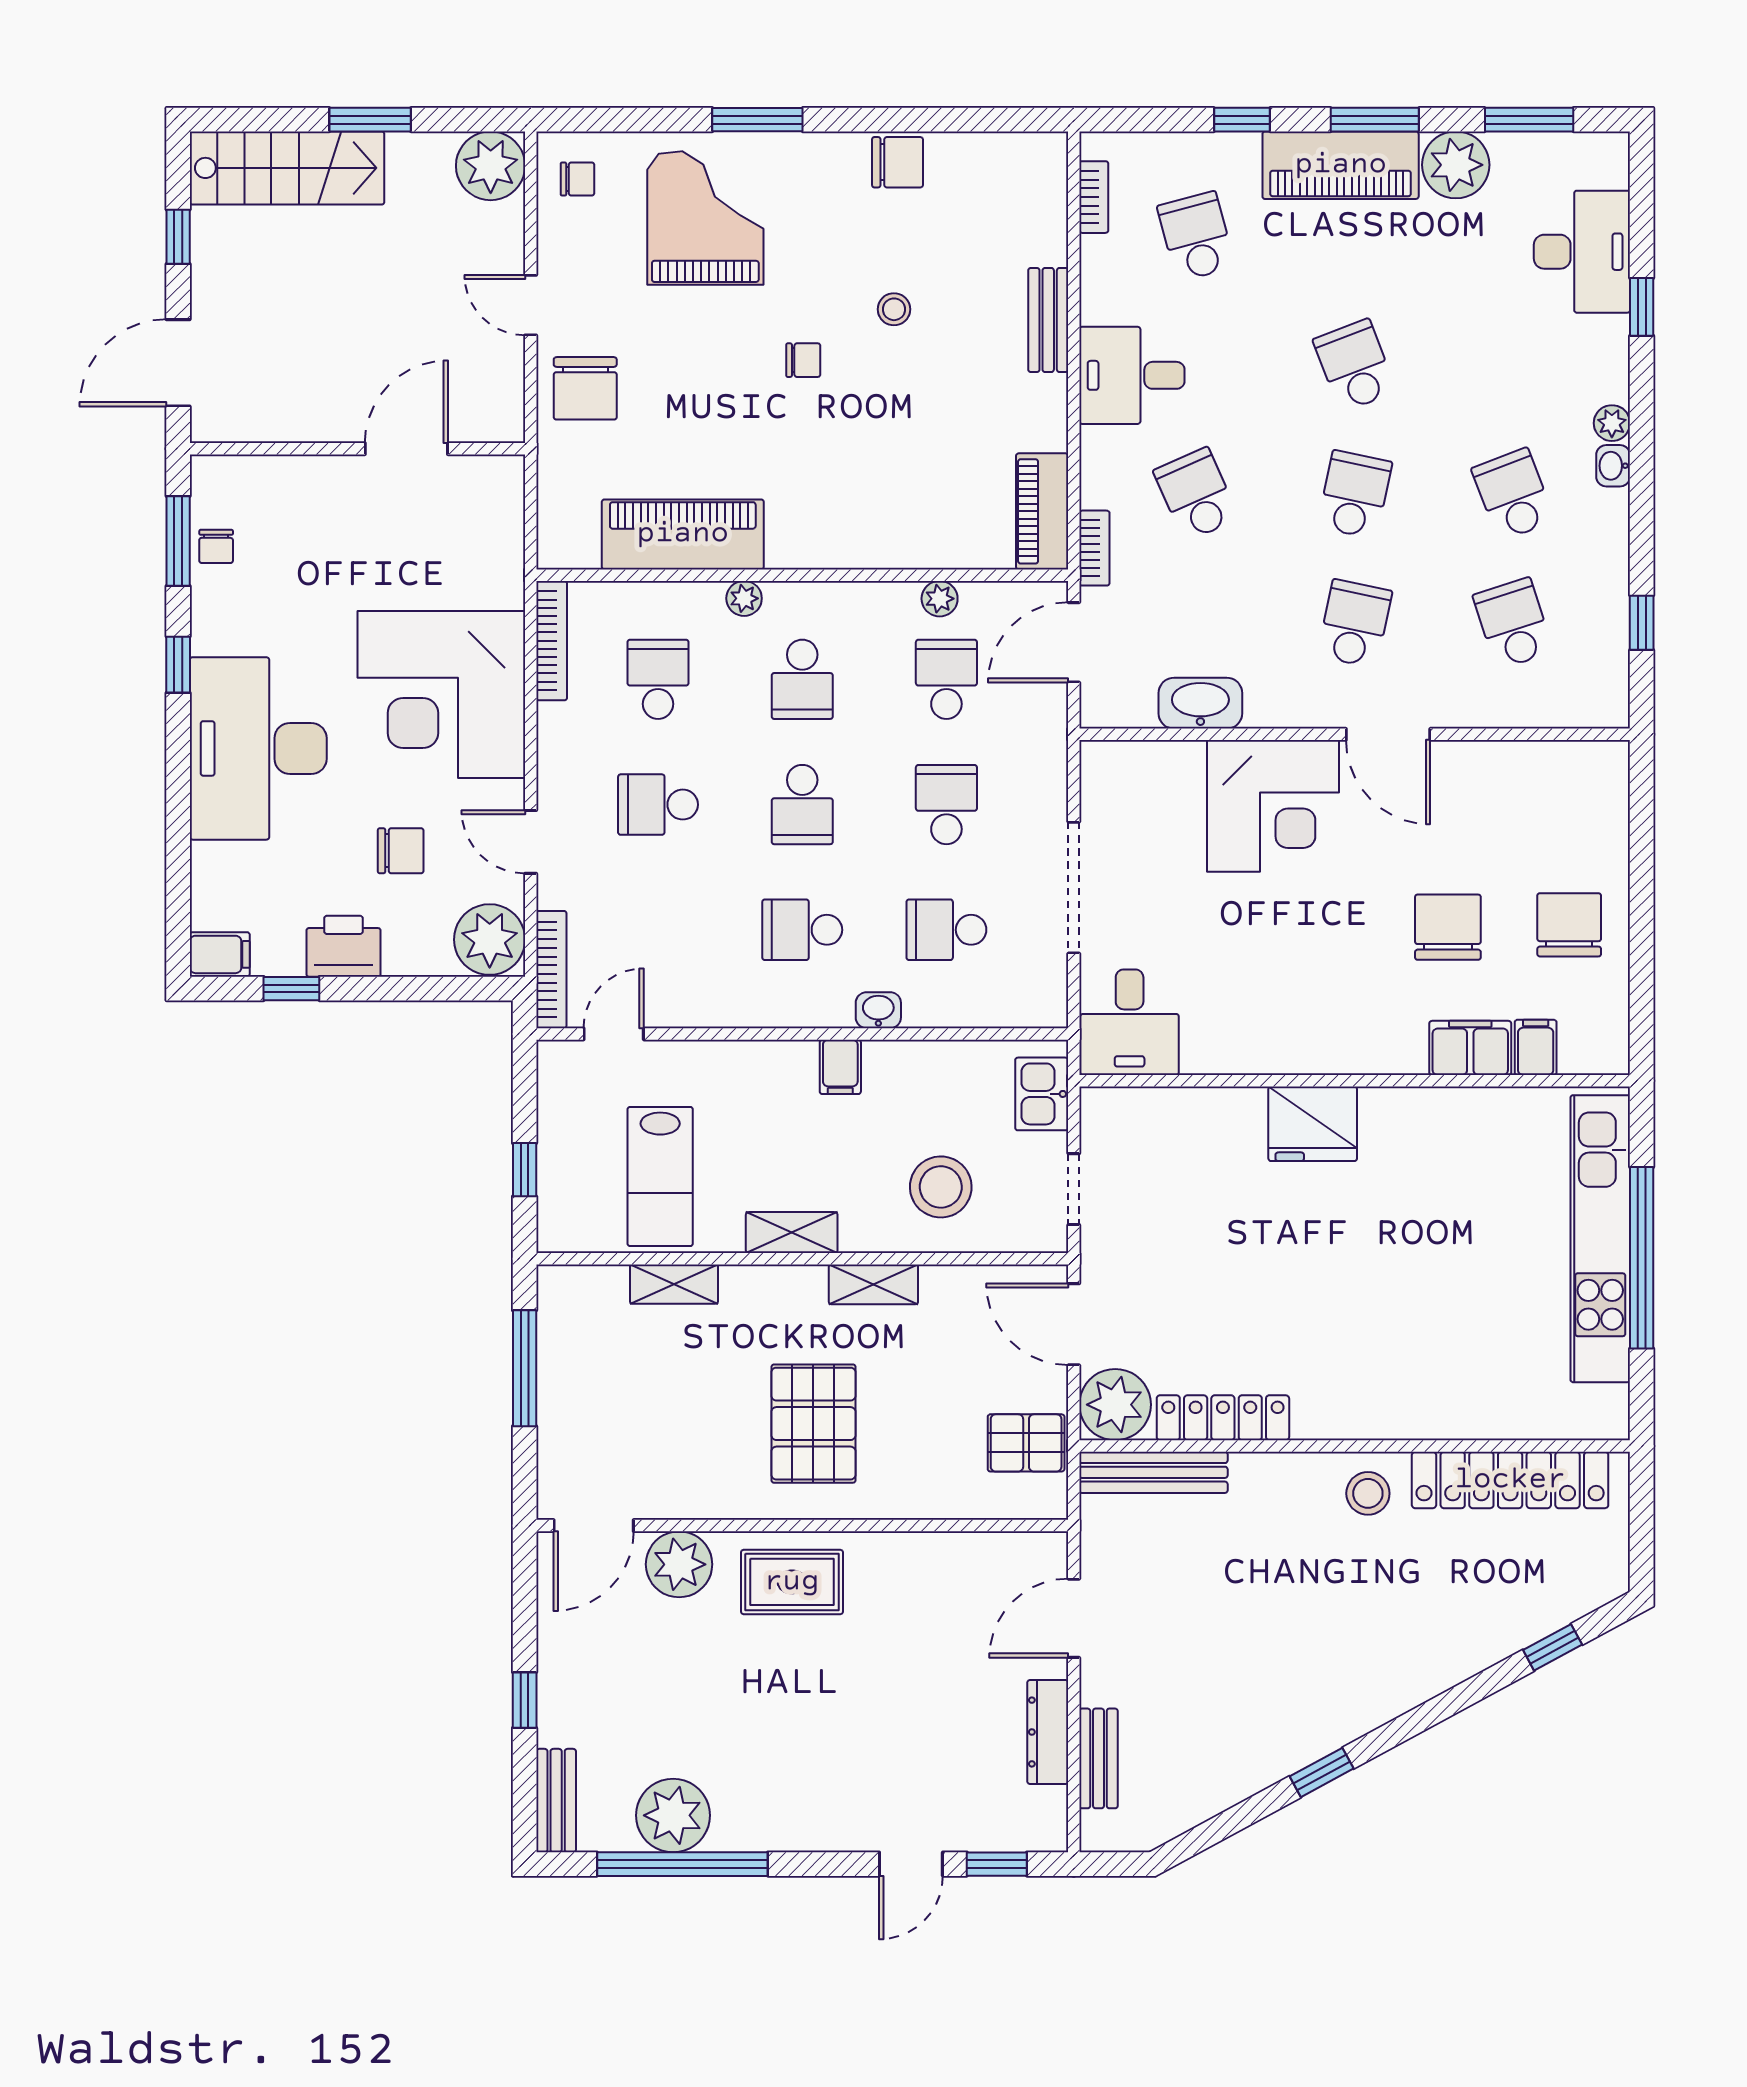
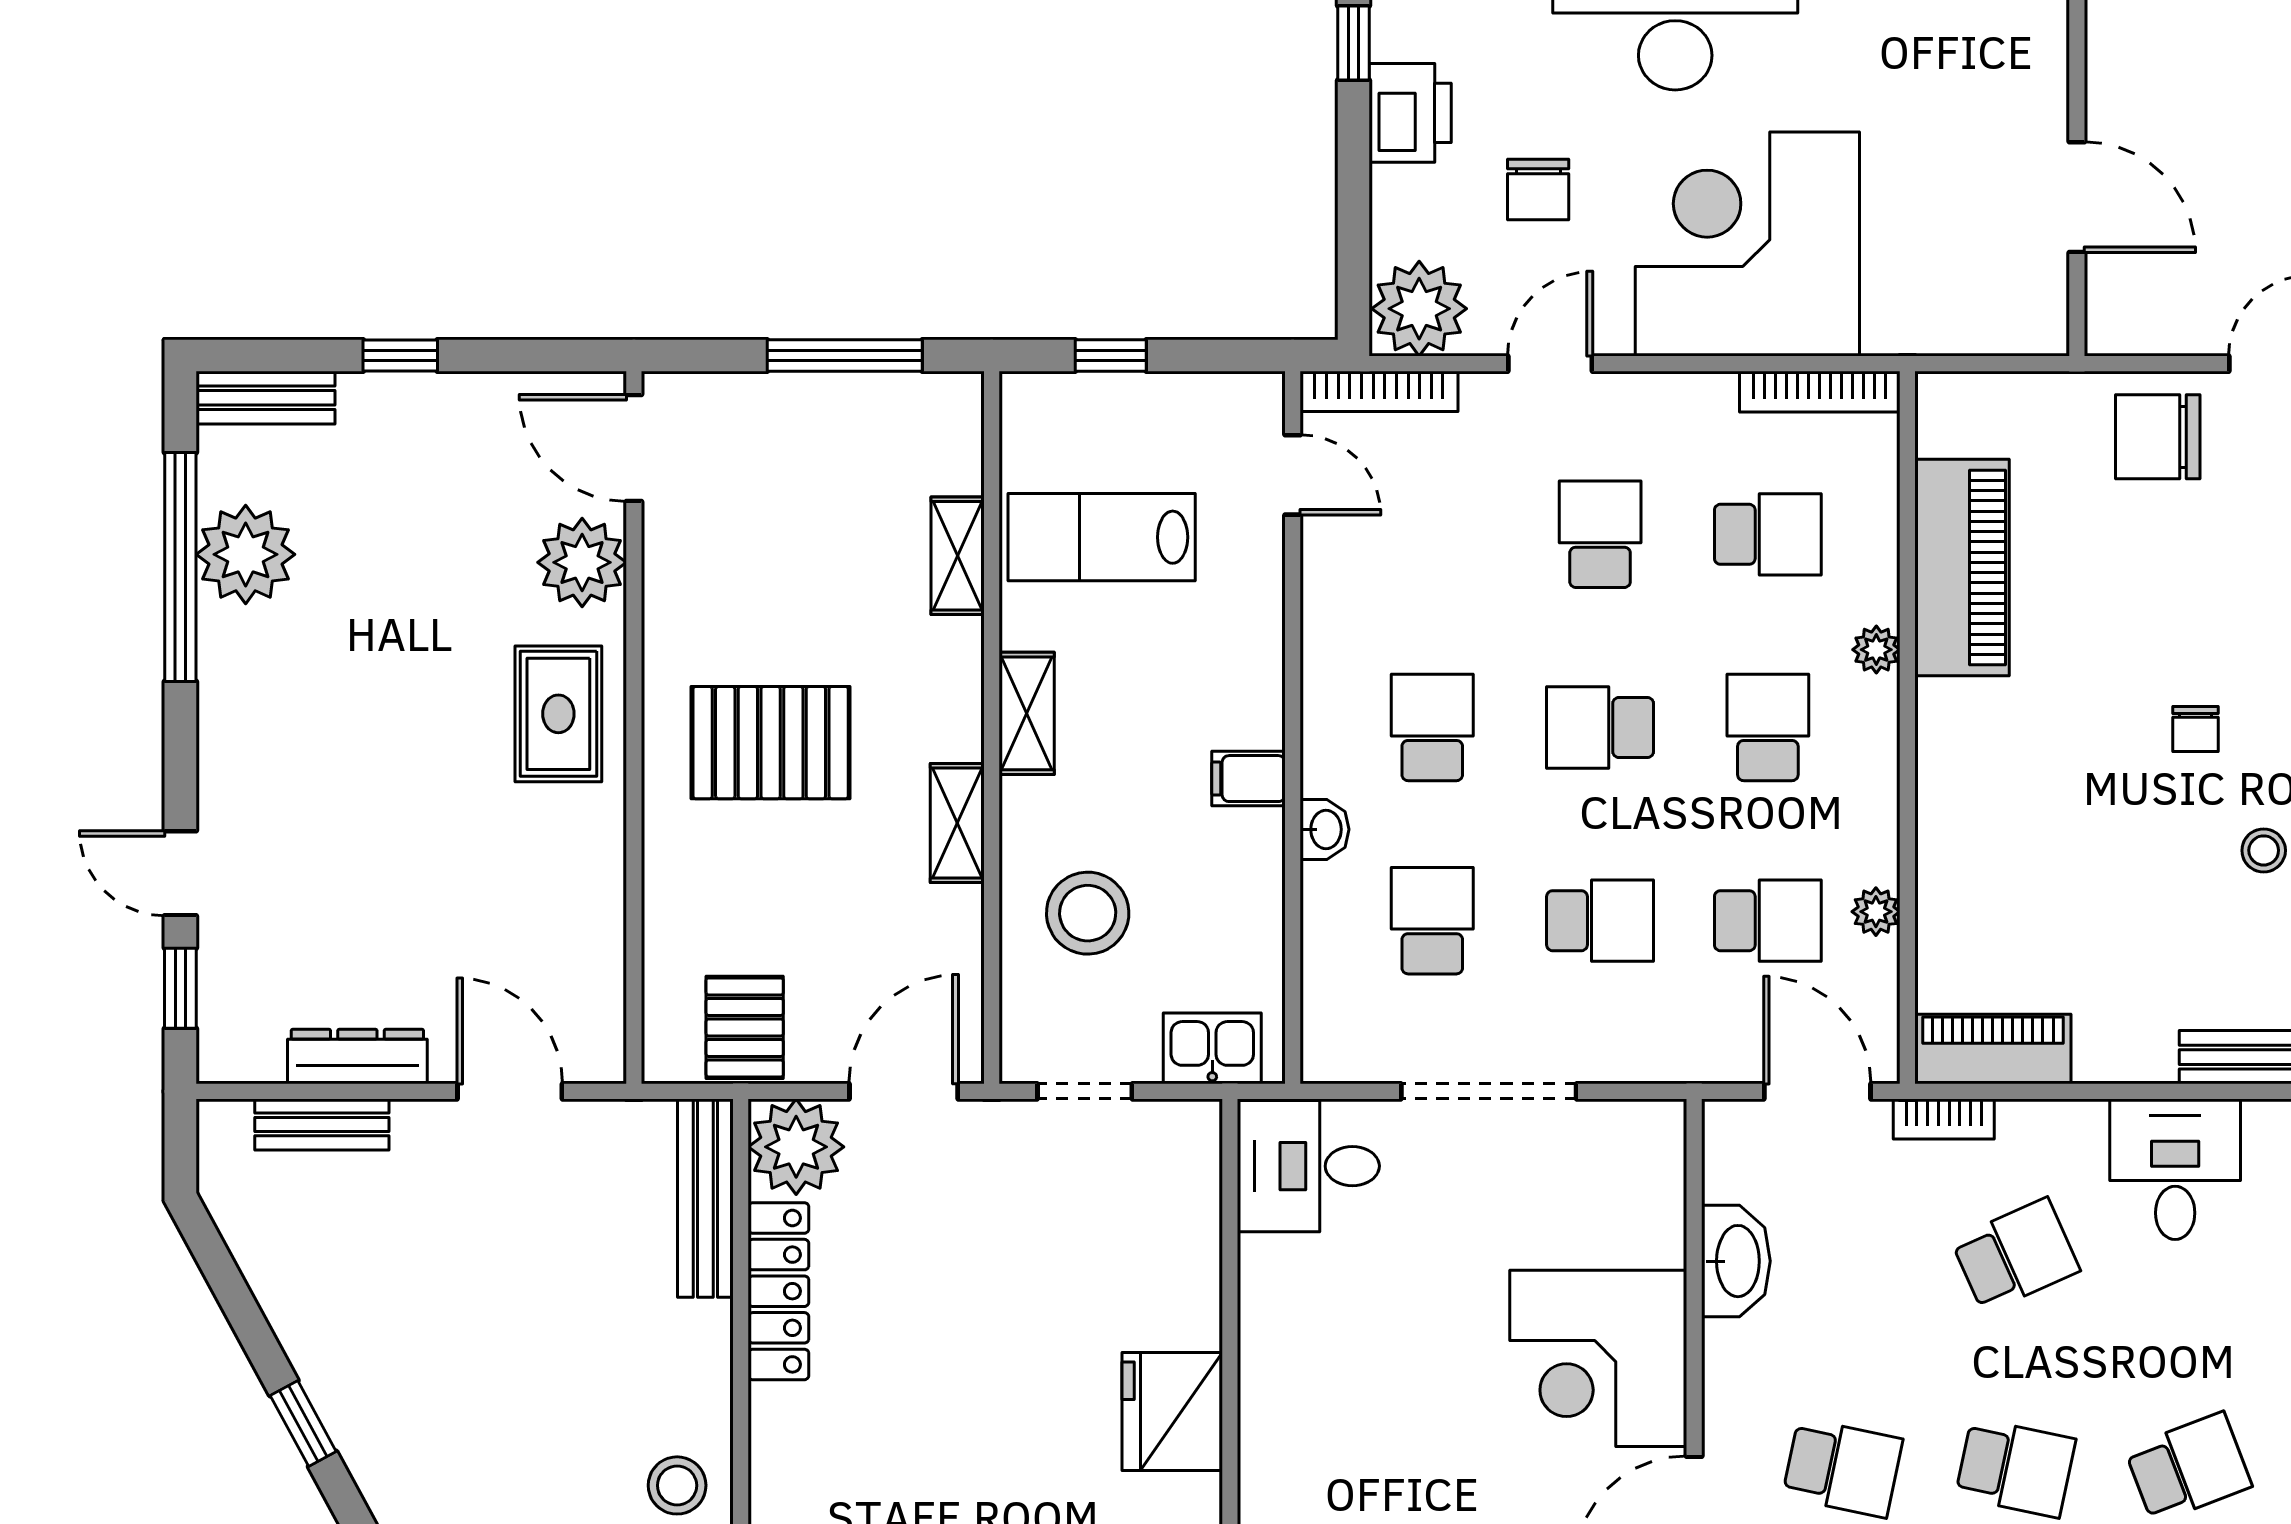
school desk: (802, 679) -> (1768, 728), turned 90

